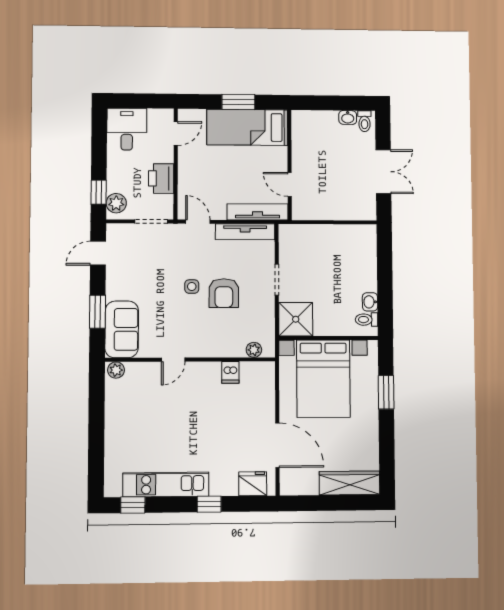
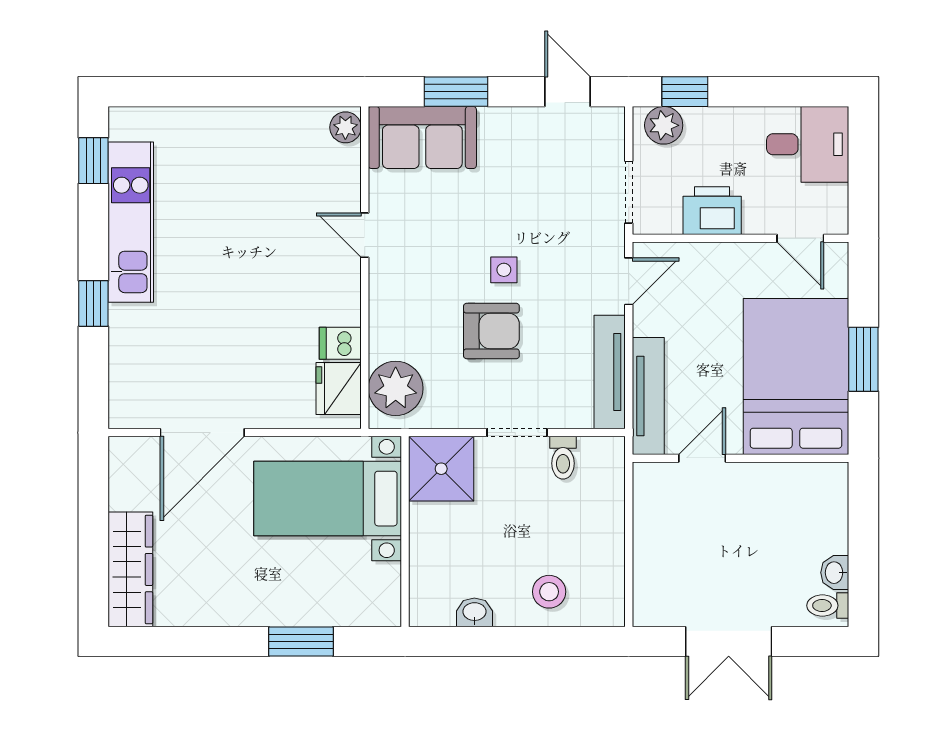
bed: (247, 127) -> (796, 376), width x1.50
stool: (359, 263) -> (549, 592), added
armchair: (224, 293) -> (491, 331), turned 180
toilet: (367, 320) -> (563, 458), moved, turned 180
plant: (254, 350) -> (396, 388), width x1.88, depth x1.88
bed with nightstands: (323, 379) -> (328, 499), width x0.73
fridge: (253, 484) -> (339, 388), moved, turned 180

